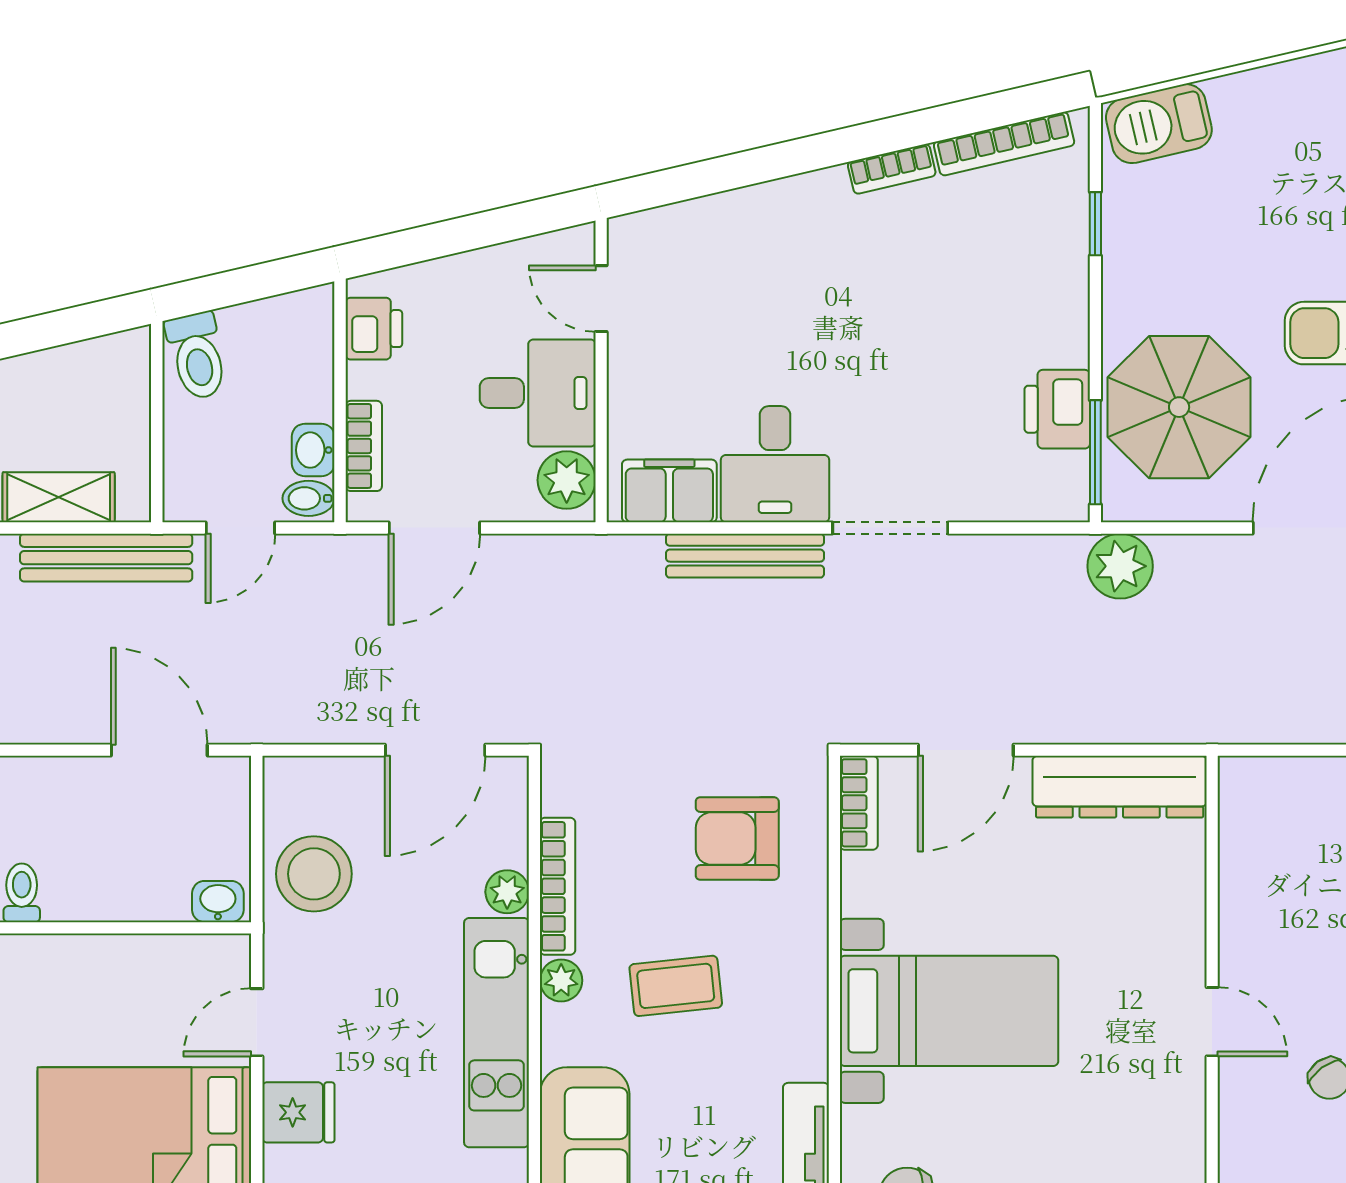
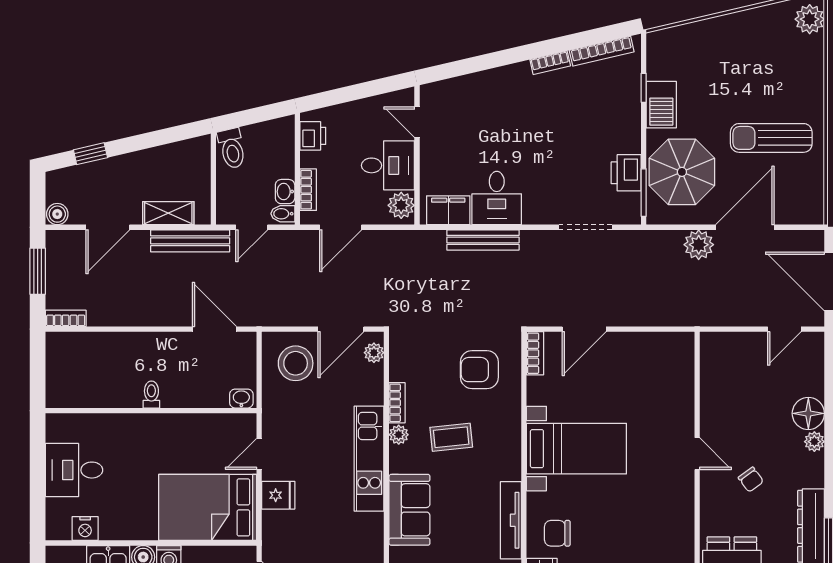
barbecue: (1159, 124) -> (661, 105), moved, turned -77
doorway: (890, 528) -> (585, 227), moved
plant: (1120, 566) -> (699, 245), moved
dresser: (1120, 787) -> (655, 346), removed
stool: (314, 874) -> (296, 363), moved
bookcase: (558, 886) -> (397, 403), width x0.64
plant: (507, 892) -> (374, 353), moved

